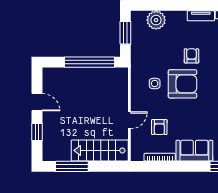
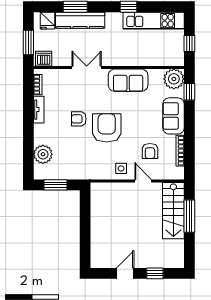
window: (90, 62) -> (85, 221), removed
side table: (155, 83) -> (121, 168), moved
armchair: (159, 127) -> (150, 151), turned 90
window: (72, 166) -> (189, 216), moved

